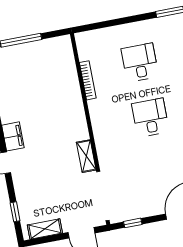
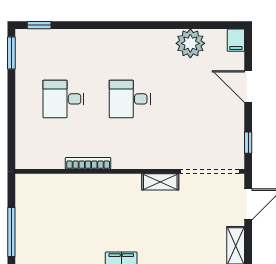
bookcase: (88, 80) -> (88, 163), moved

